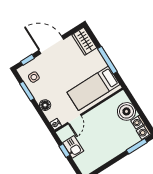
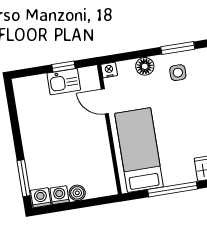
side table: (34, 77) -> (178, 73), moved
boiler: (126, 111) -> (77, 193), width x0.54, depth x0.54

